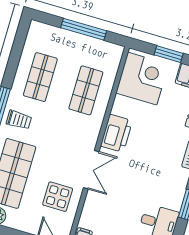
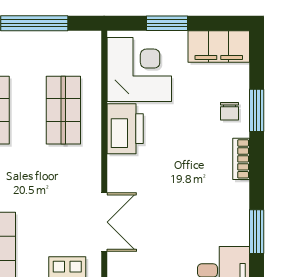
printer: (116, 133) -> (125, 129), moved

